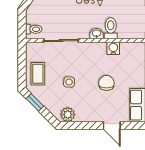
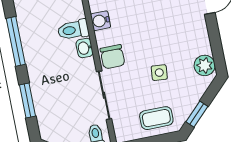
chair: (106, 83) -> (112, 57), moved, turned -90

